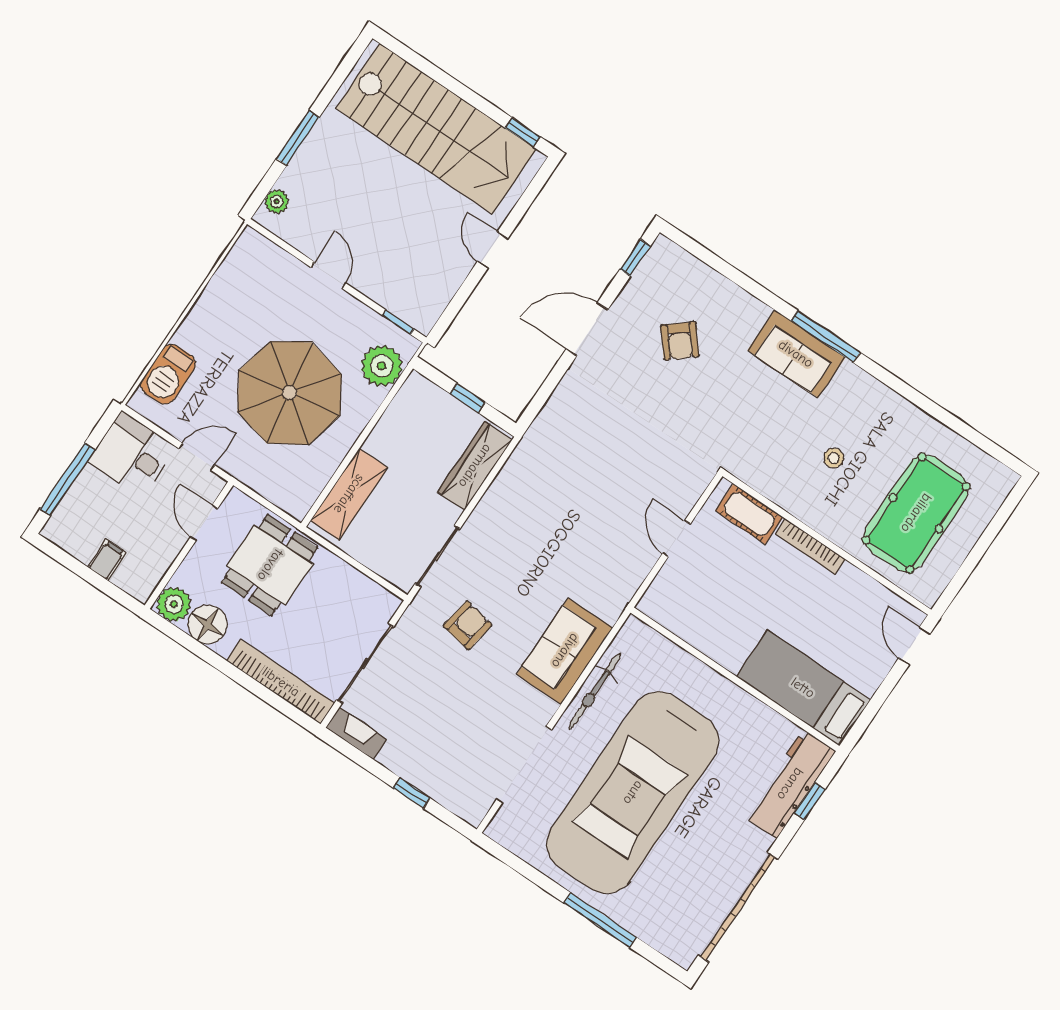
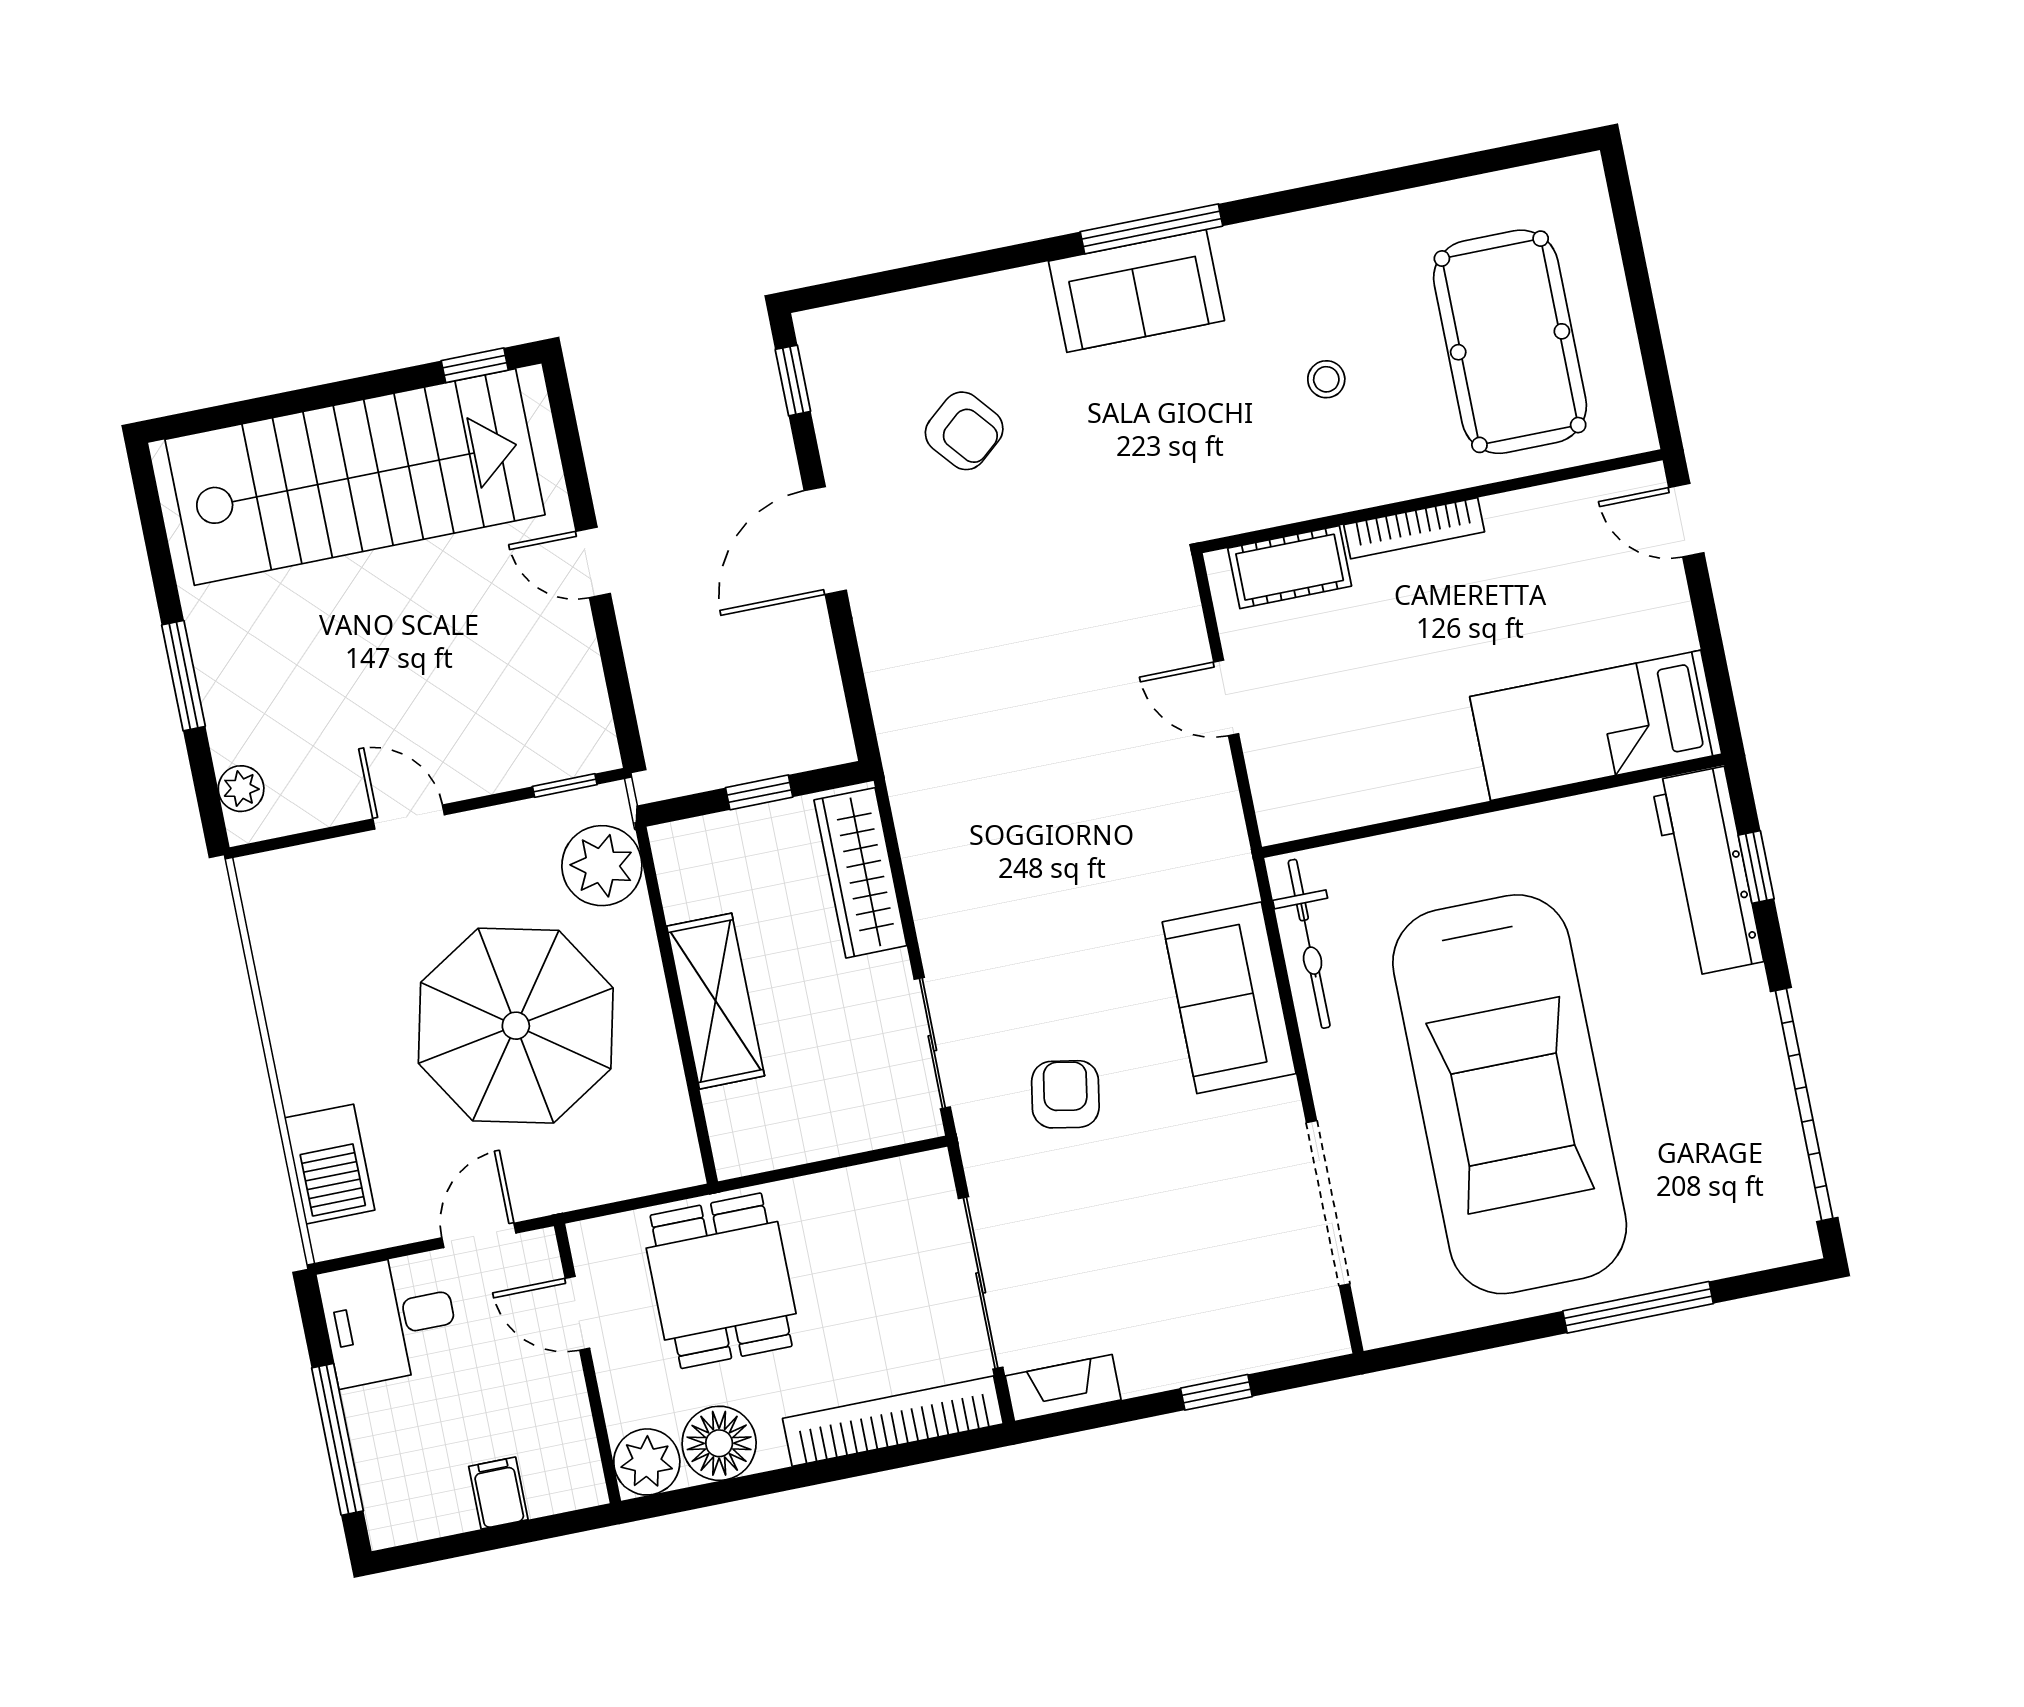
shelving: (349, 494) -> (716, 1001), moved
bicycle: (595, 691) -> (1309, 944), moved

